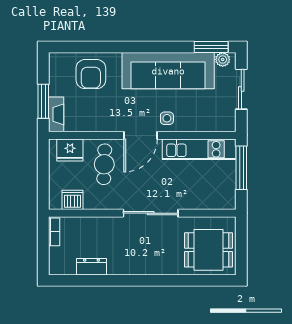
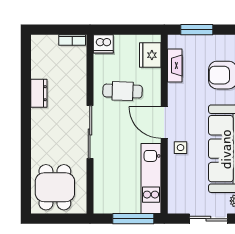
fireplace: (56, 114) -> (175, 65), moved, turned -90
cafe table: (104, 164) -> (123, 91), moved
dishwasher: (72, 200) -> (103, 44), moved, turned 90
dresser: (91, 267) -> (39, 93), moved

